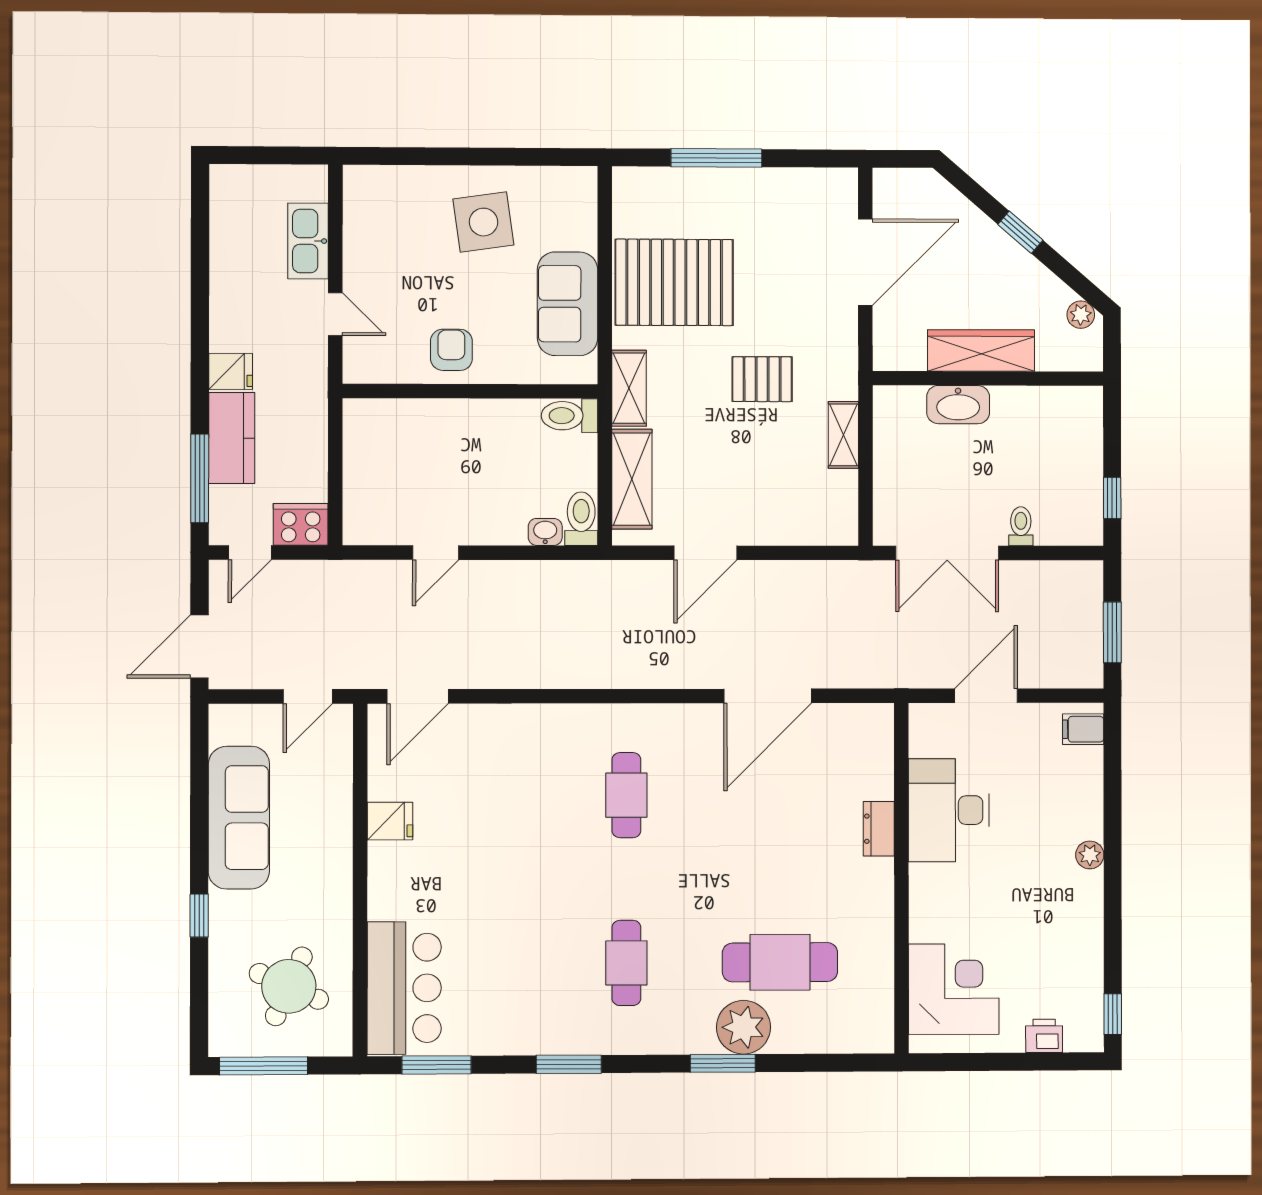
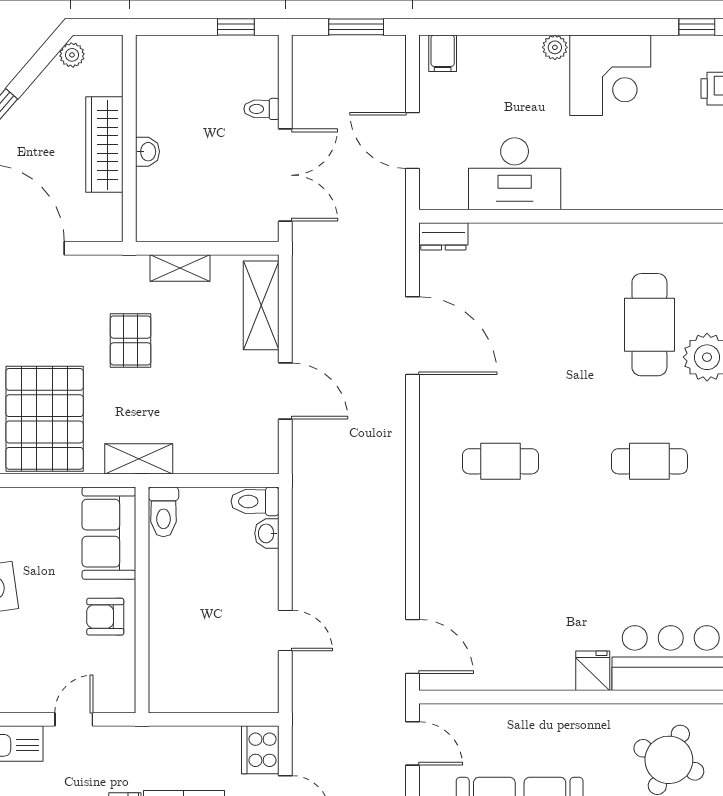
sofa: (568, 304) -> (109, 533), moved, turned 90
washbasin: (958, 405) -> (147, 152), width x0.52, depth x0.69
shelving: (632, 479) -> (261, 305), moved, turned 90
fridge: (390, 821) -> (593, 671), moved
dresser: (879, 829) -> (443, 236), moved
corner desk: (954, 989) -> (610, 75), moved, turned 180

